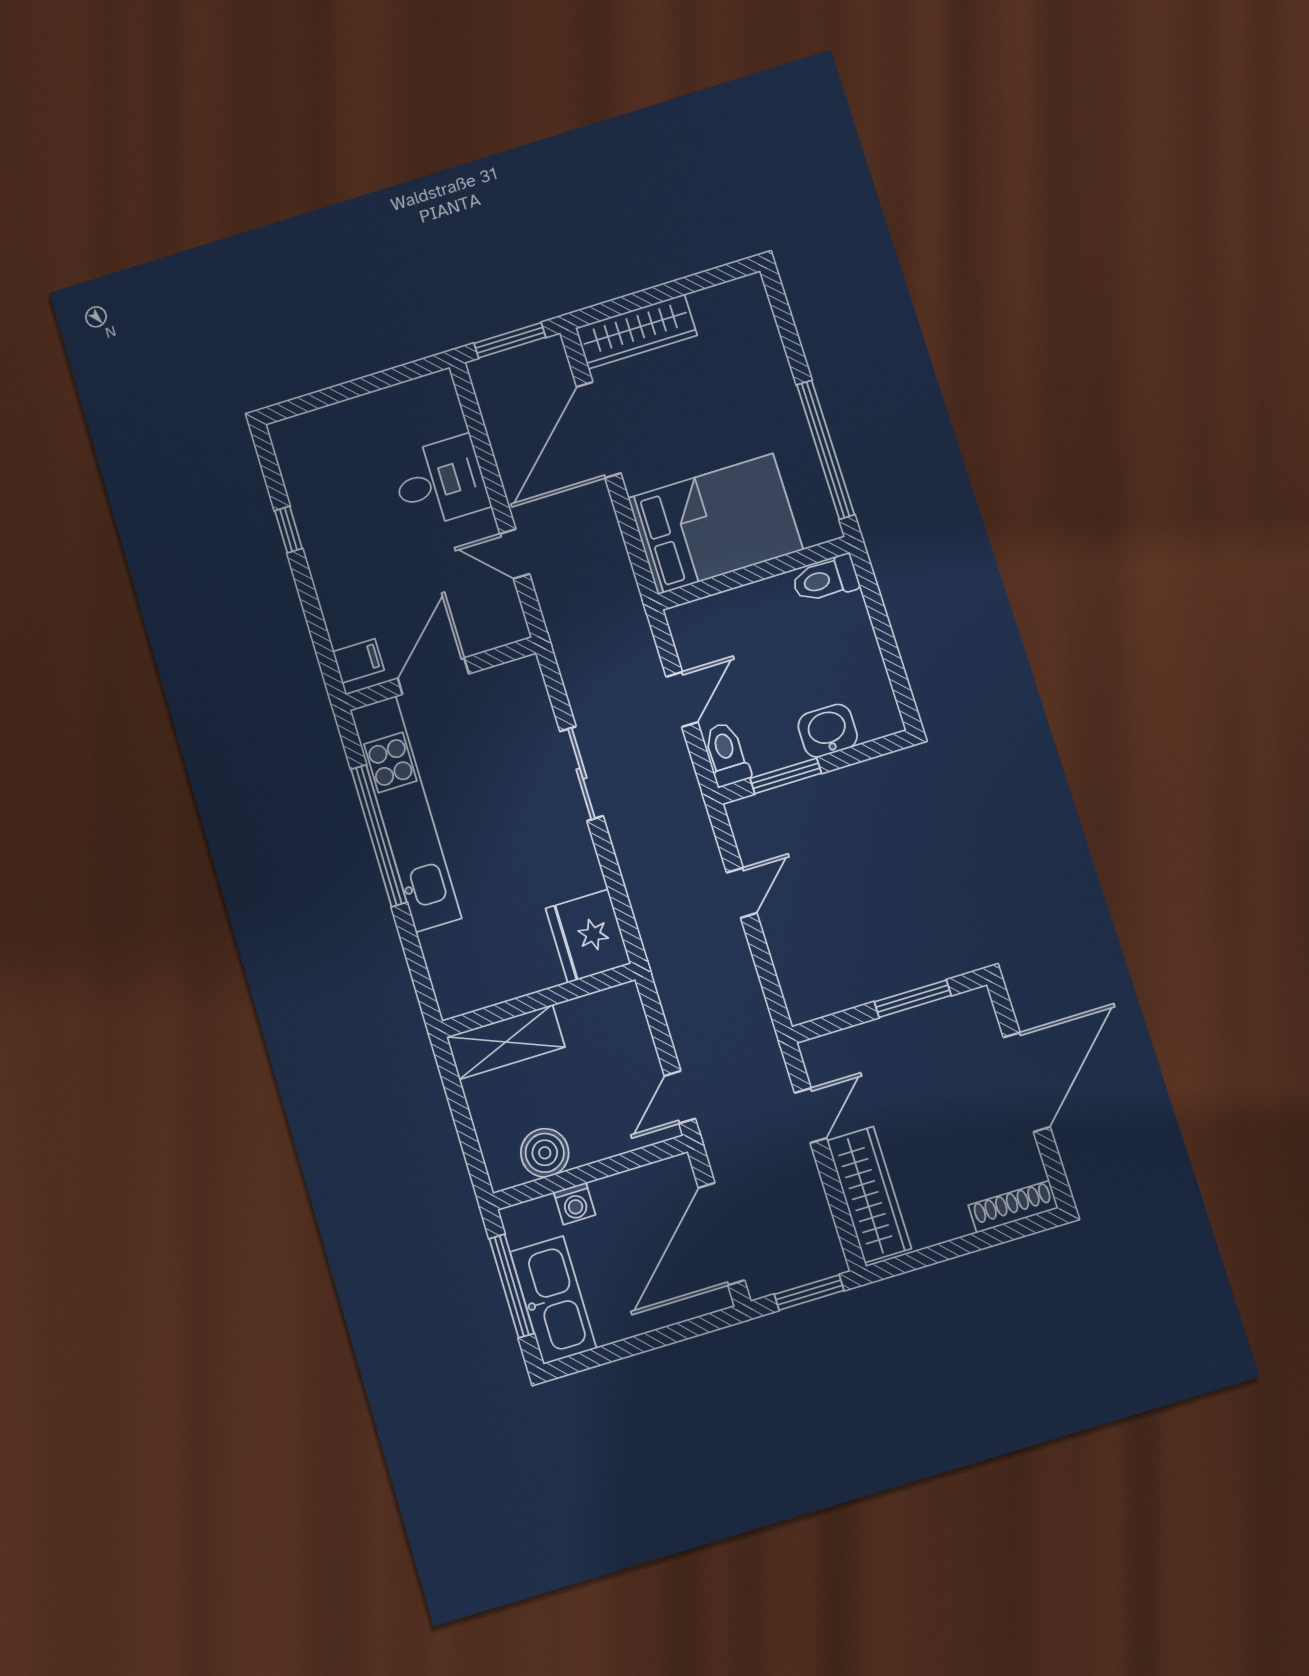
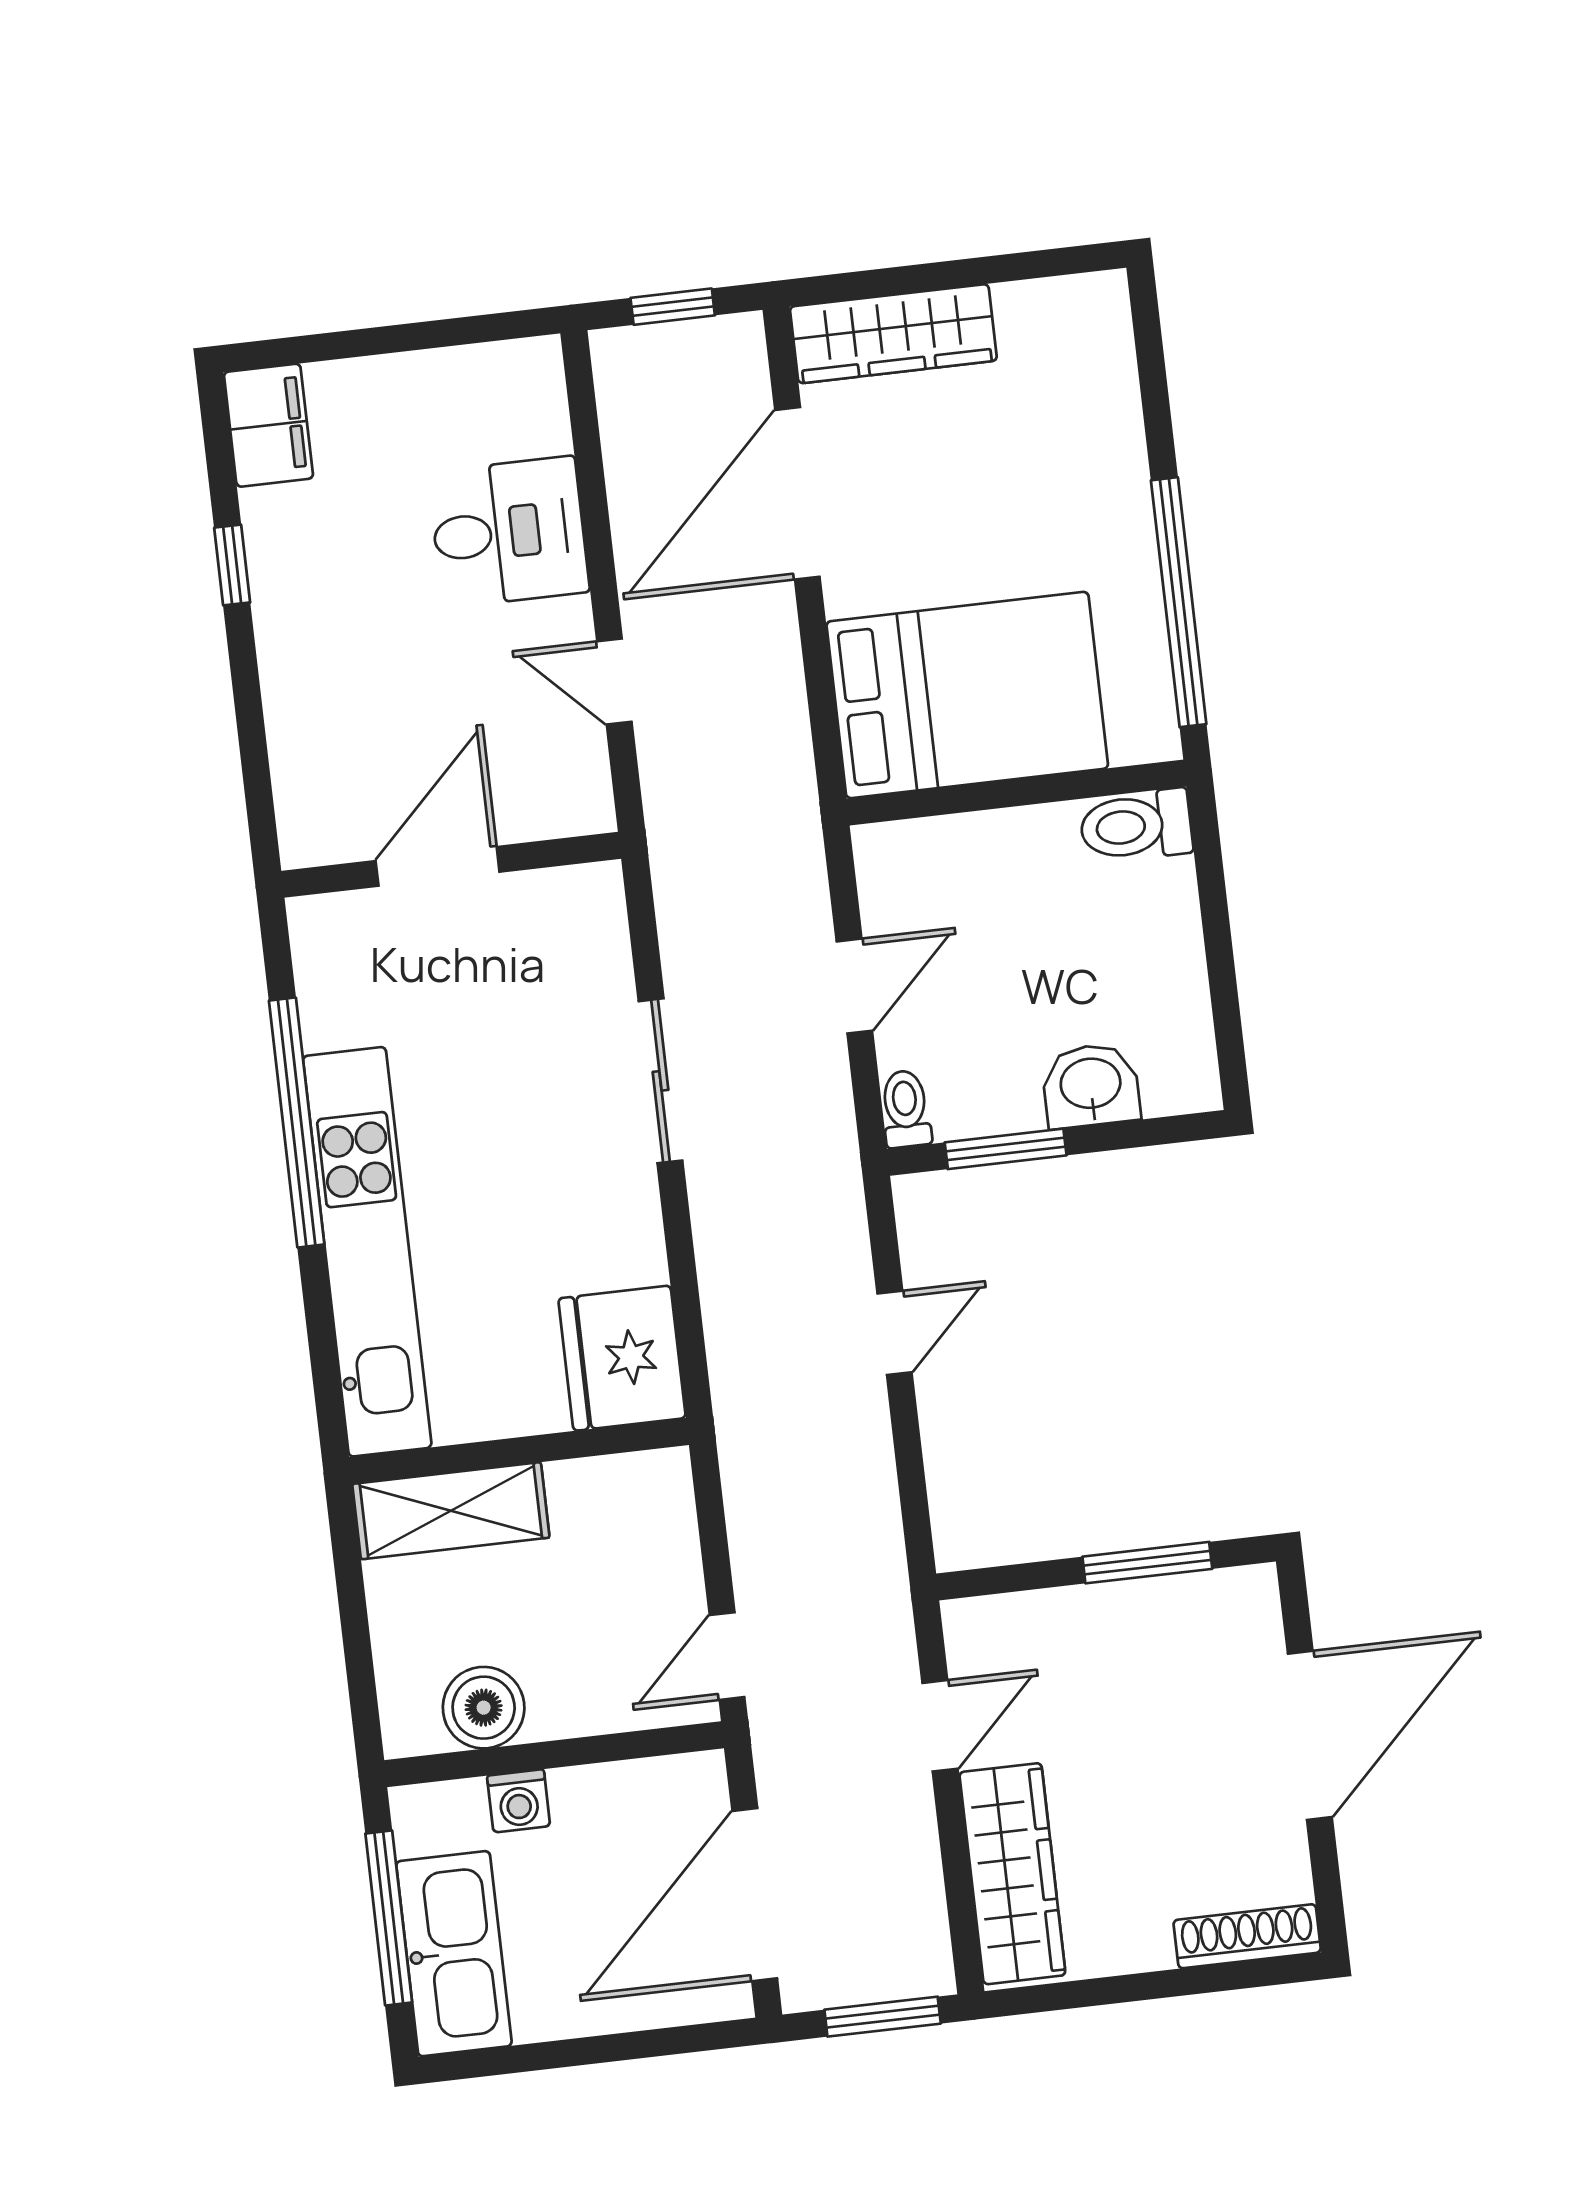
window: (510, 340) -> (673, 307), width x0.67
filing cabinet: (358, 661) -> (268, 425), moved, width x2.00
toilet: (726, 754) -> (906, 1109), width x0.73, depth x0.72
kitchen unit: (406, 814) -> (367, 1252), moved

